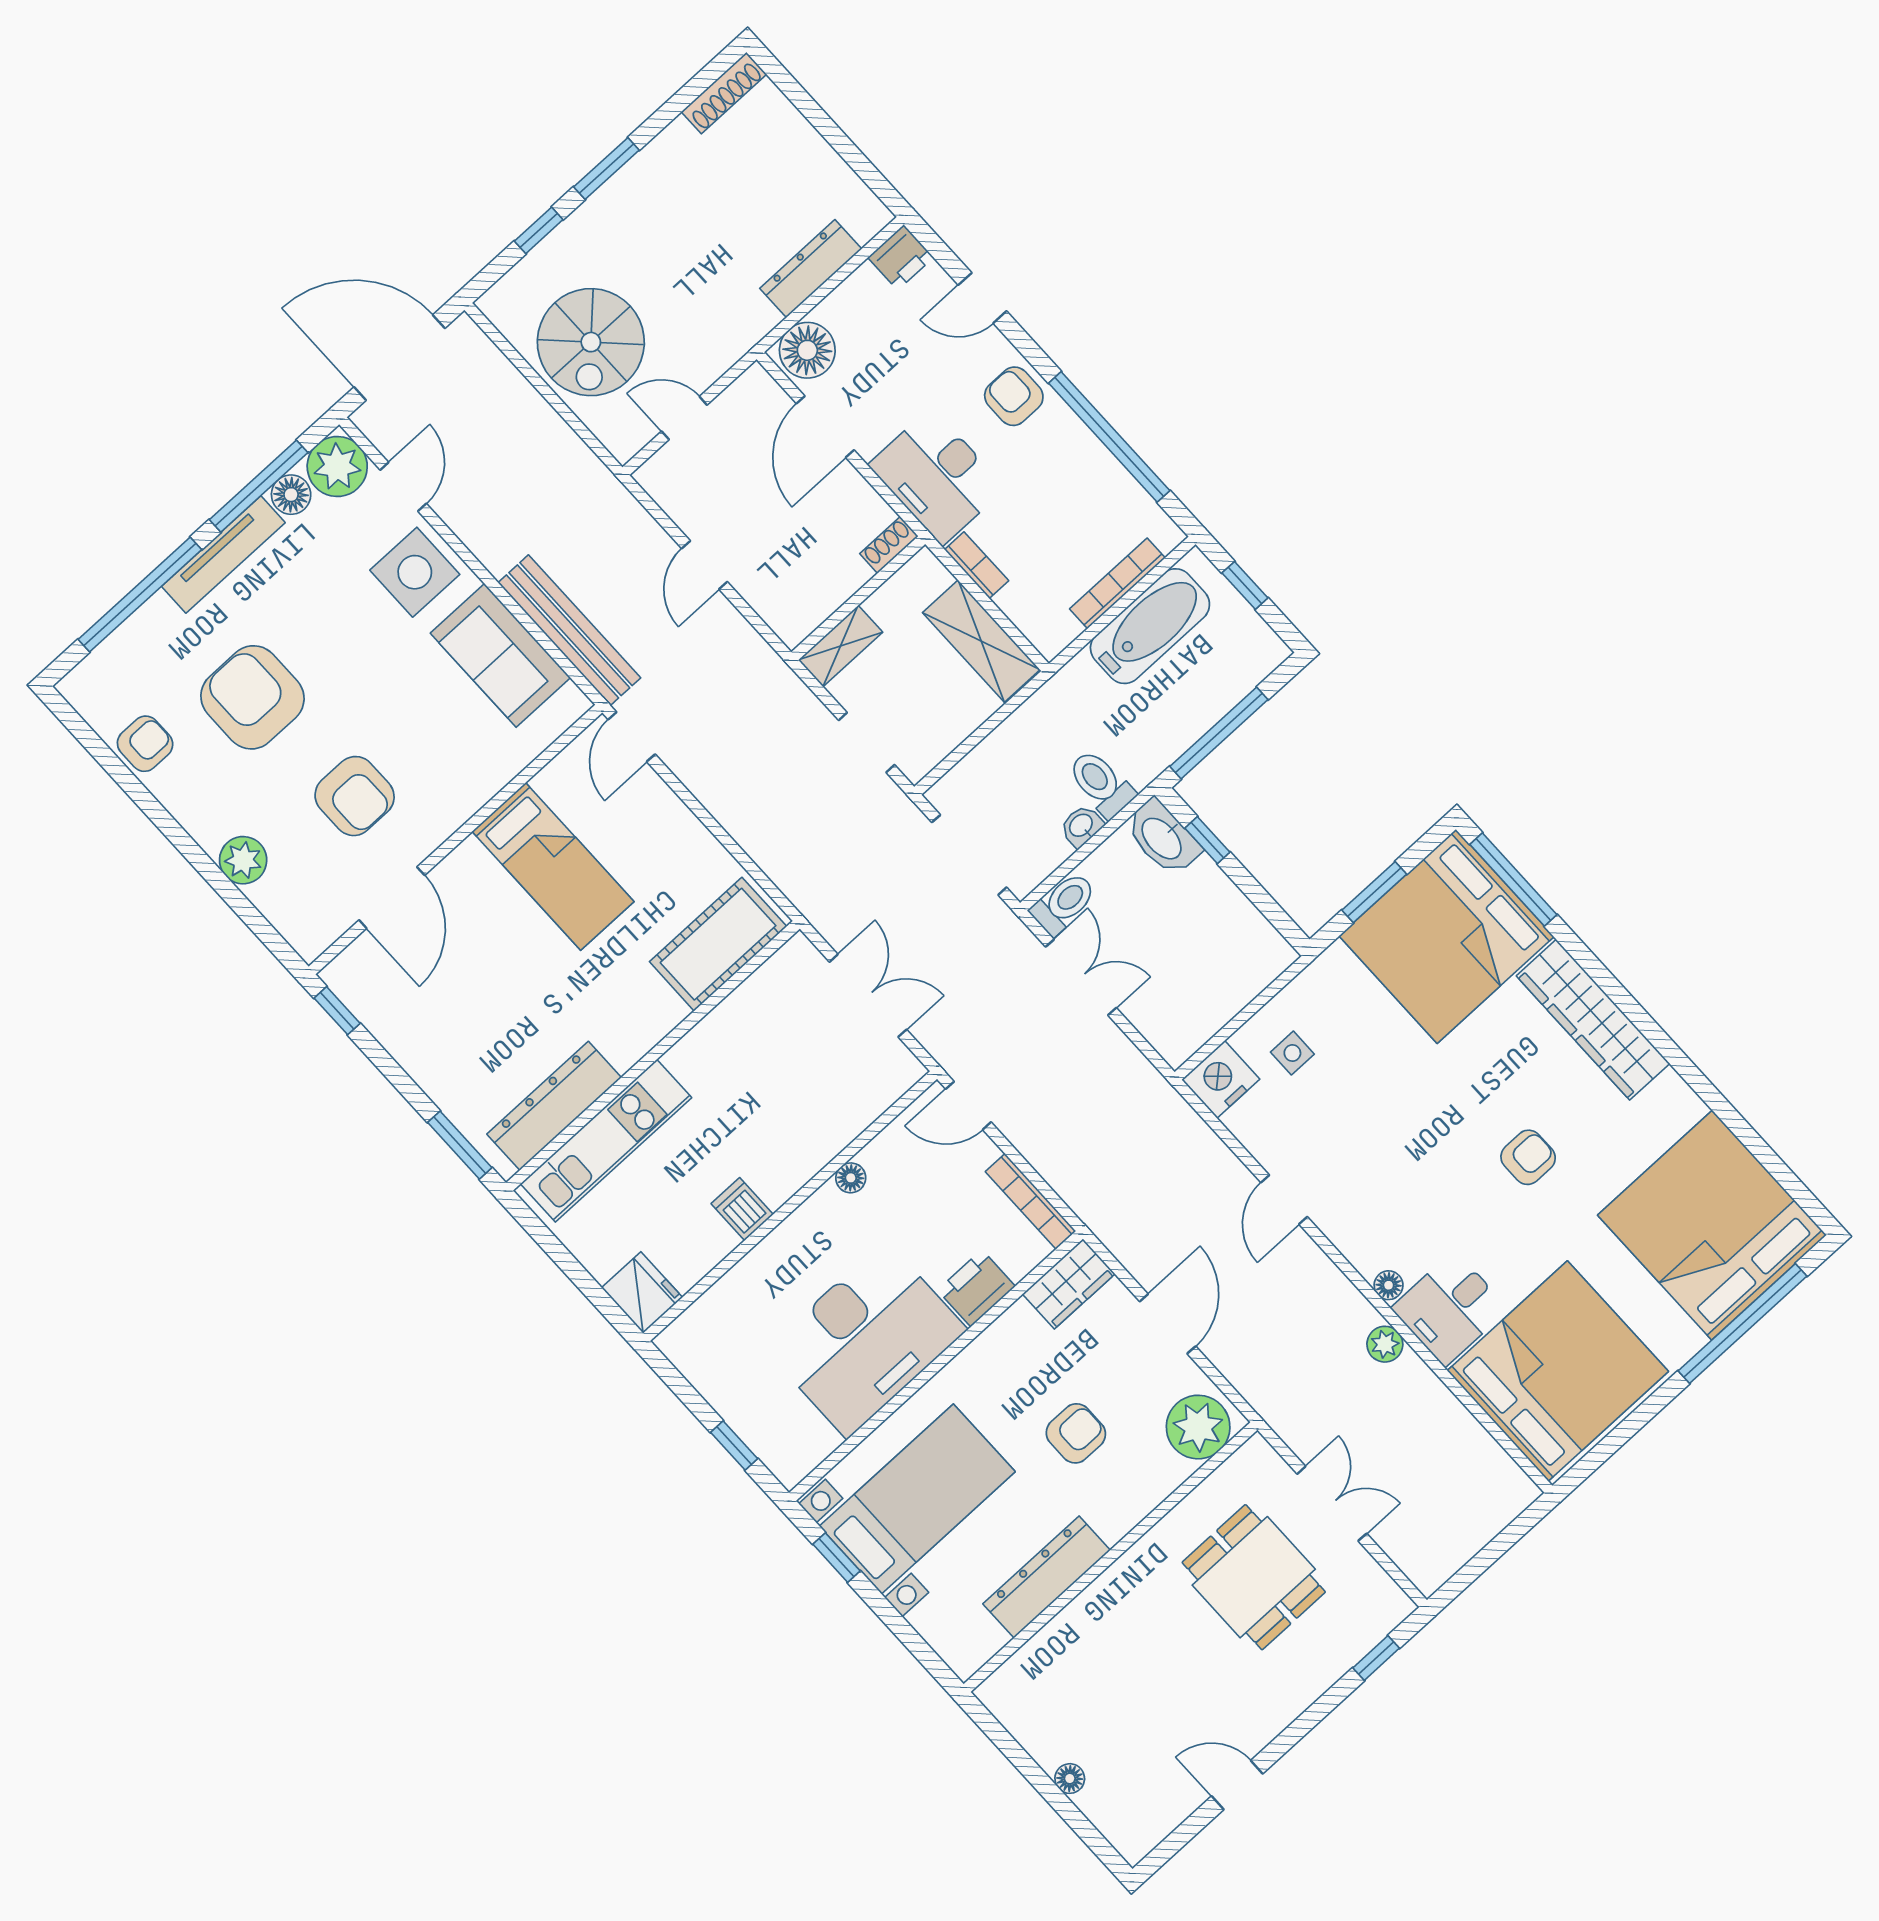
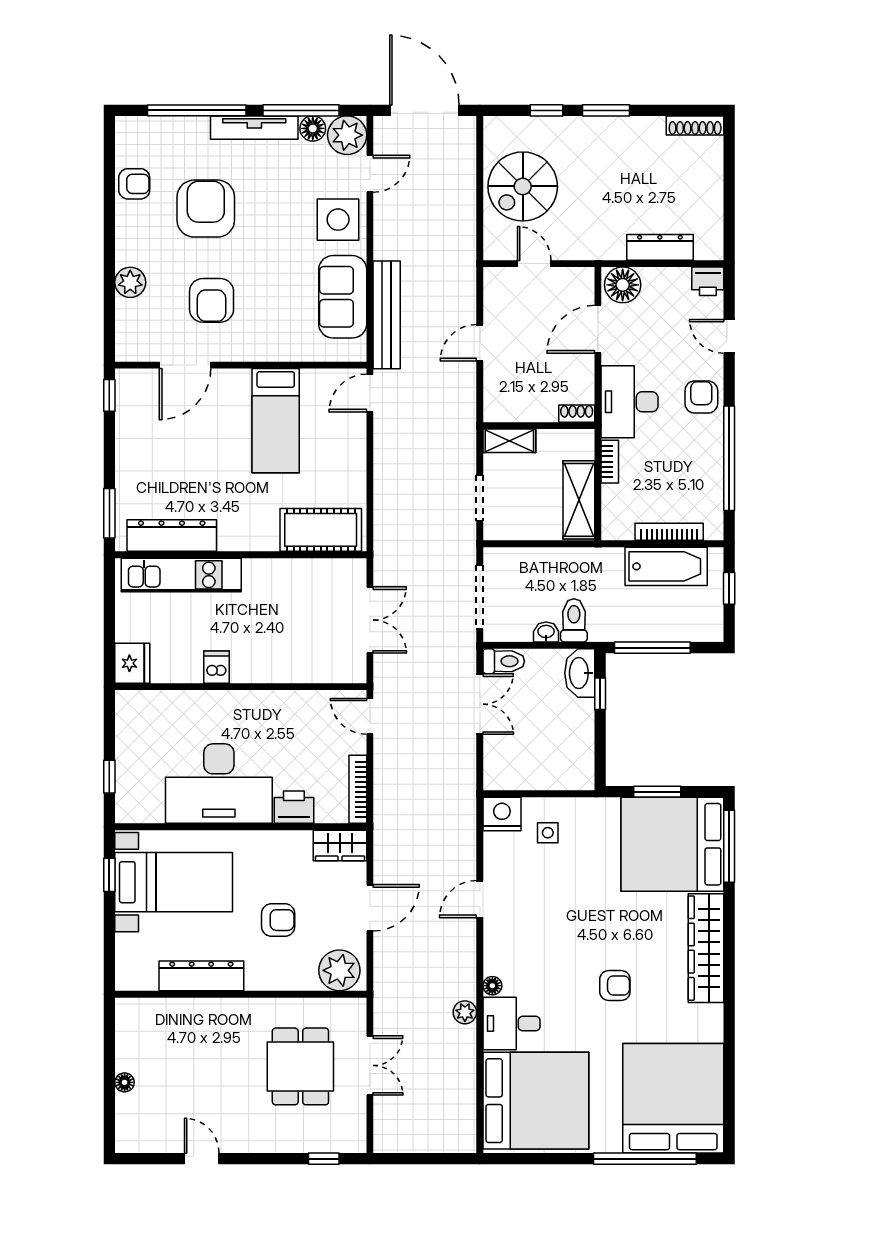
floor lamp: (851, 1178) -> (282, 700), removed

